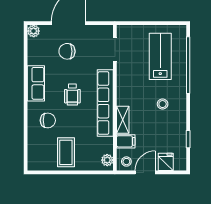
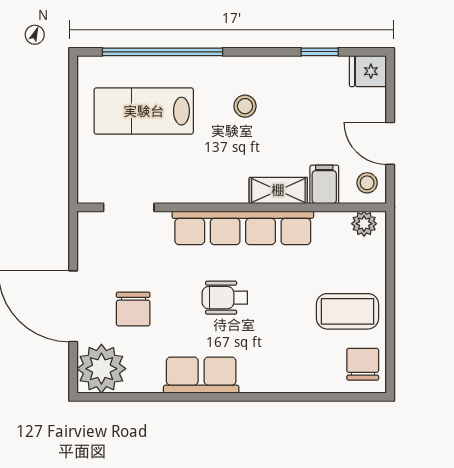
plant: (34, 31) -> (101, 369), width x1.88, depth x1.88
wheelchair: (72, 94) -> (225, 298), turned 180
chair: (48, 120) -> (363, 364), moved
fridge: (166, 162) -> (368, 71), moved

